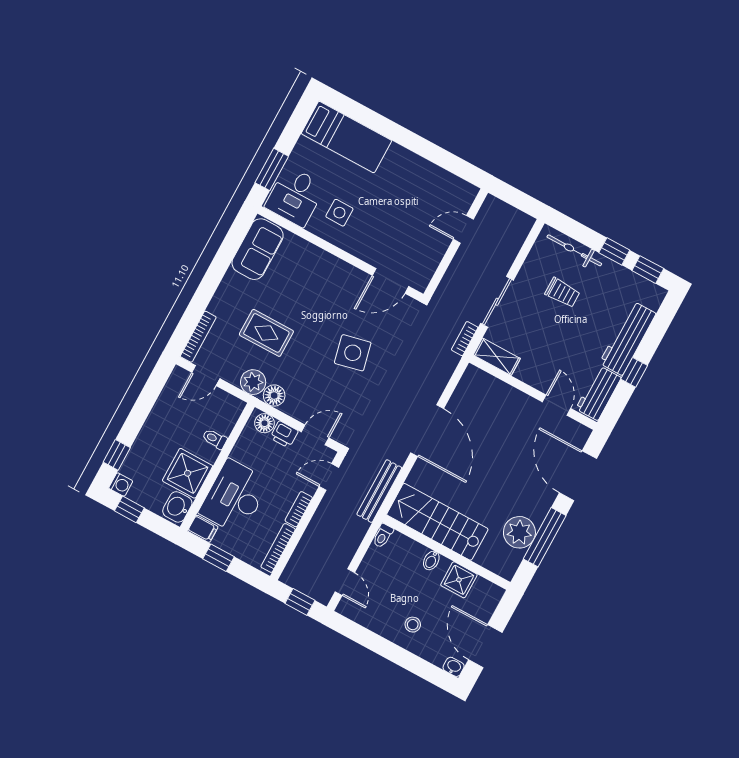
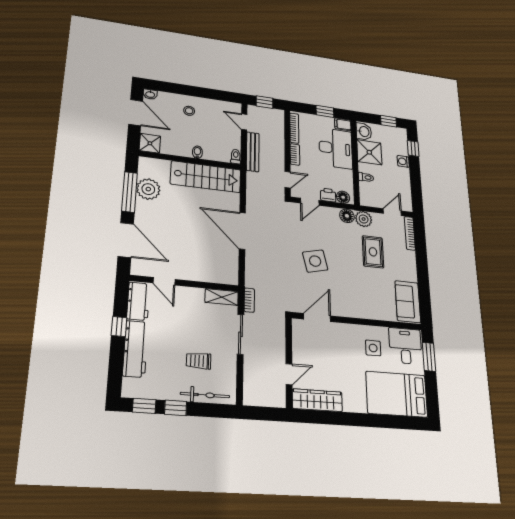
bed: (346, 137) -> (397, 394), width x1.50
wardrobe: (445, 184) -> (317, 400), added
rug: (266, 333) -> (373, 252), turned 90
washing machine: (121, 485) -> (403, 161), moved
bench: (379, 491) -> (253, 152), moved
shower: (459, 580) -> (150, 143), moved

